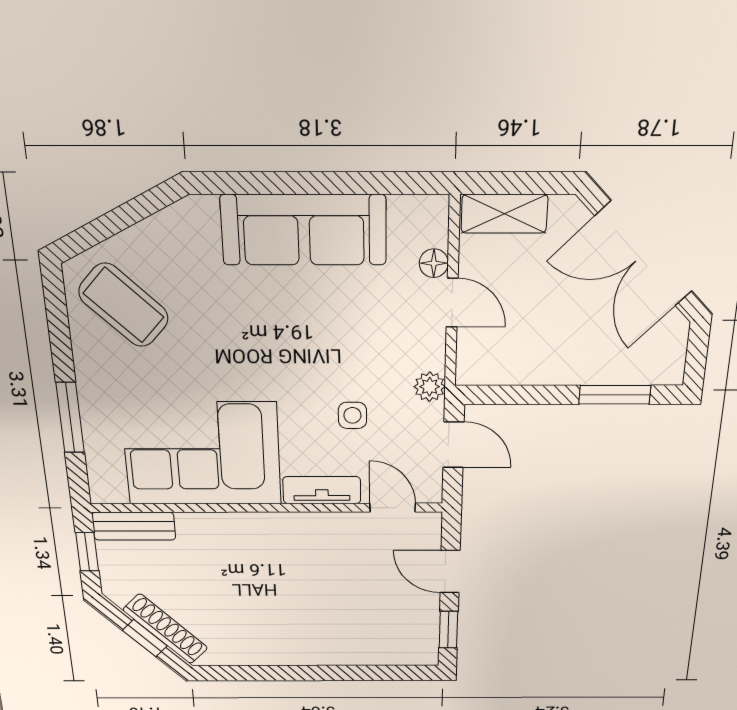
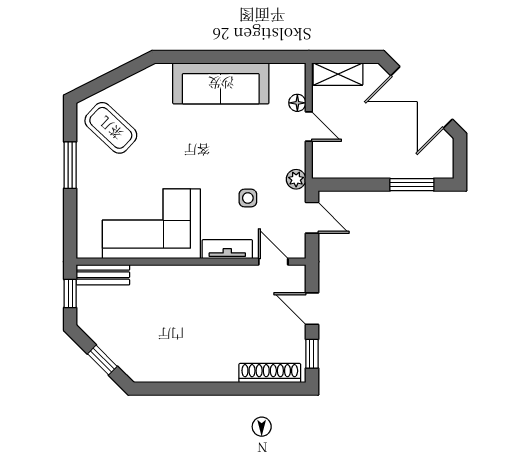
window: (70, 418) -> (70, 165), moved
shoe rack: (165, 629) -> (270, 373), moved, turned -45

